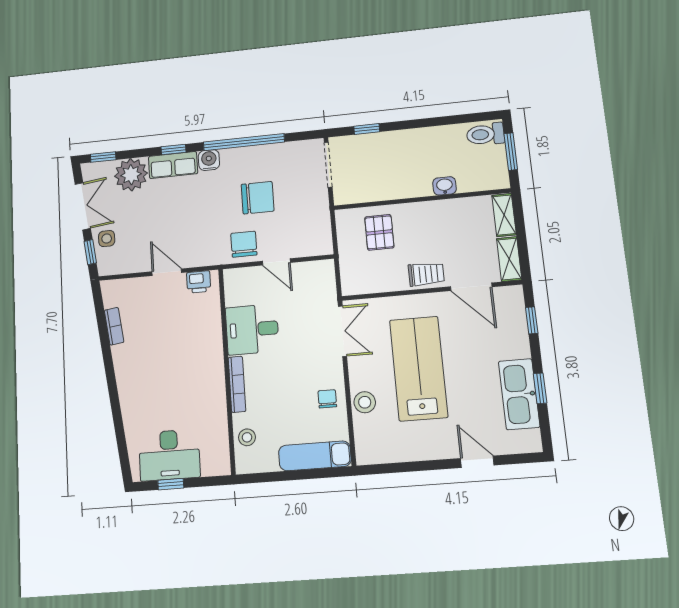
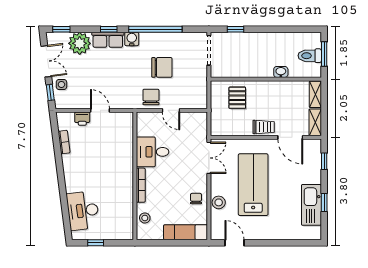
toilet: (485, 134) -> (310, 56), moved
printer: (199, 282) -> (82, 119), moved
desk: (169, 455) -> (83, 211), moved, turned 83
door: (477, 462) -> (234, 243), moved

